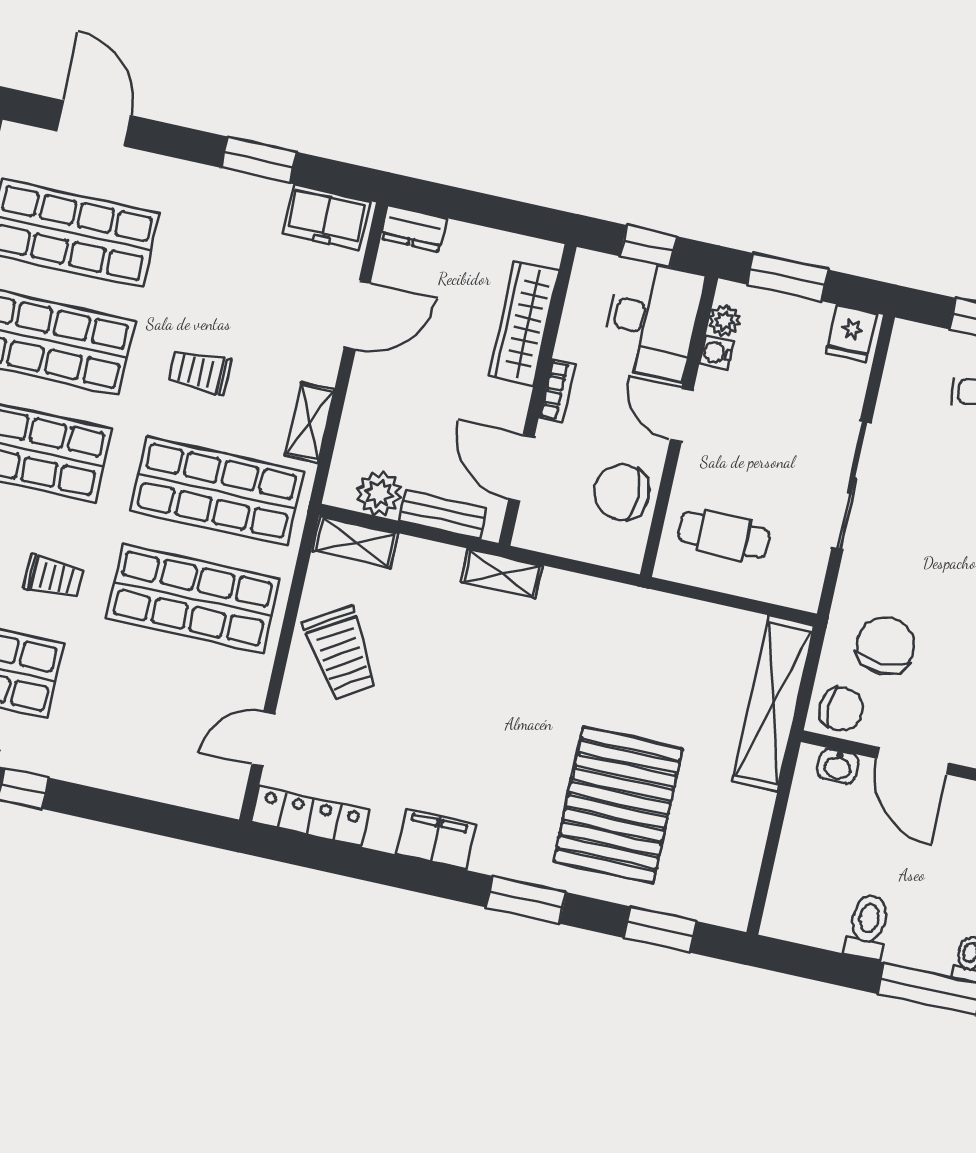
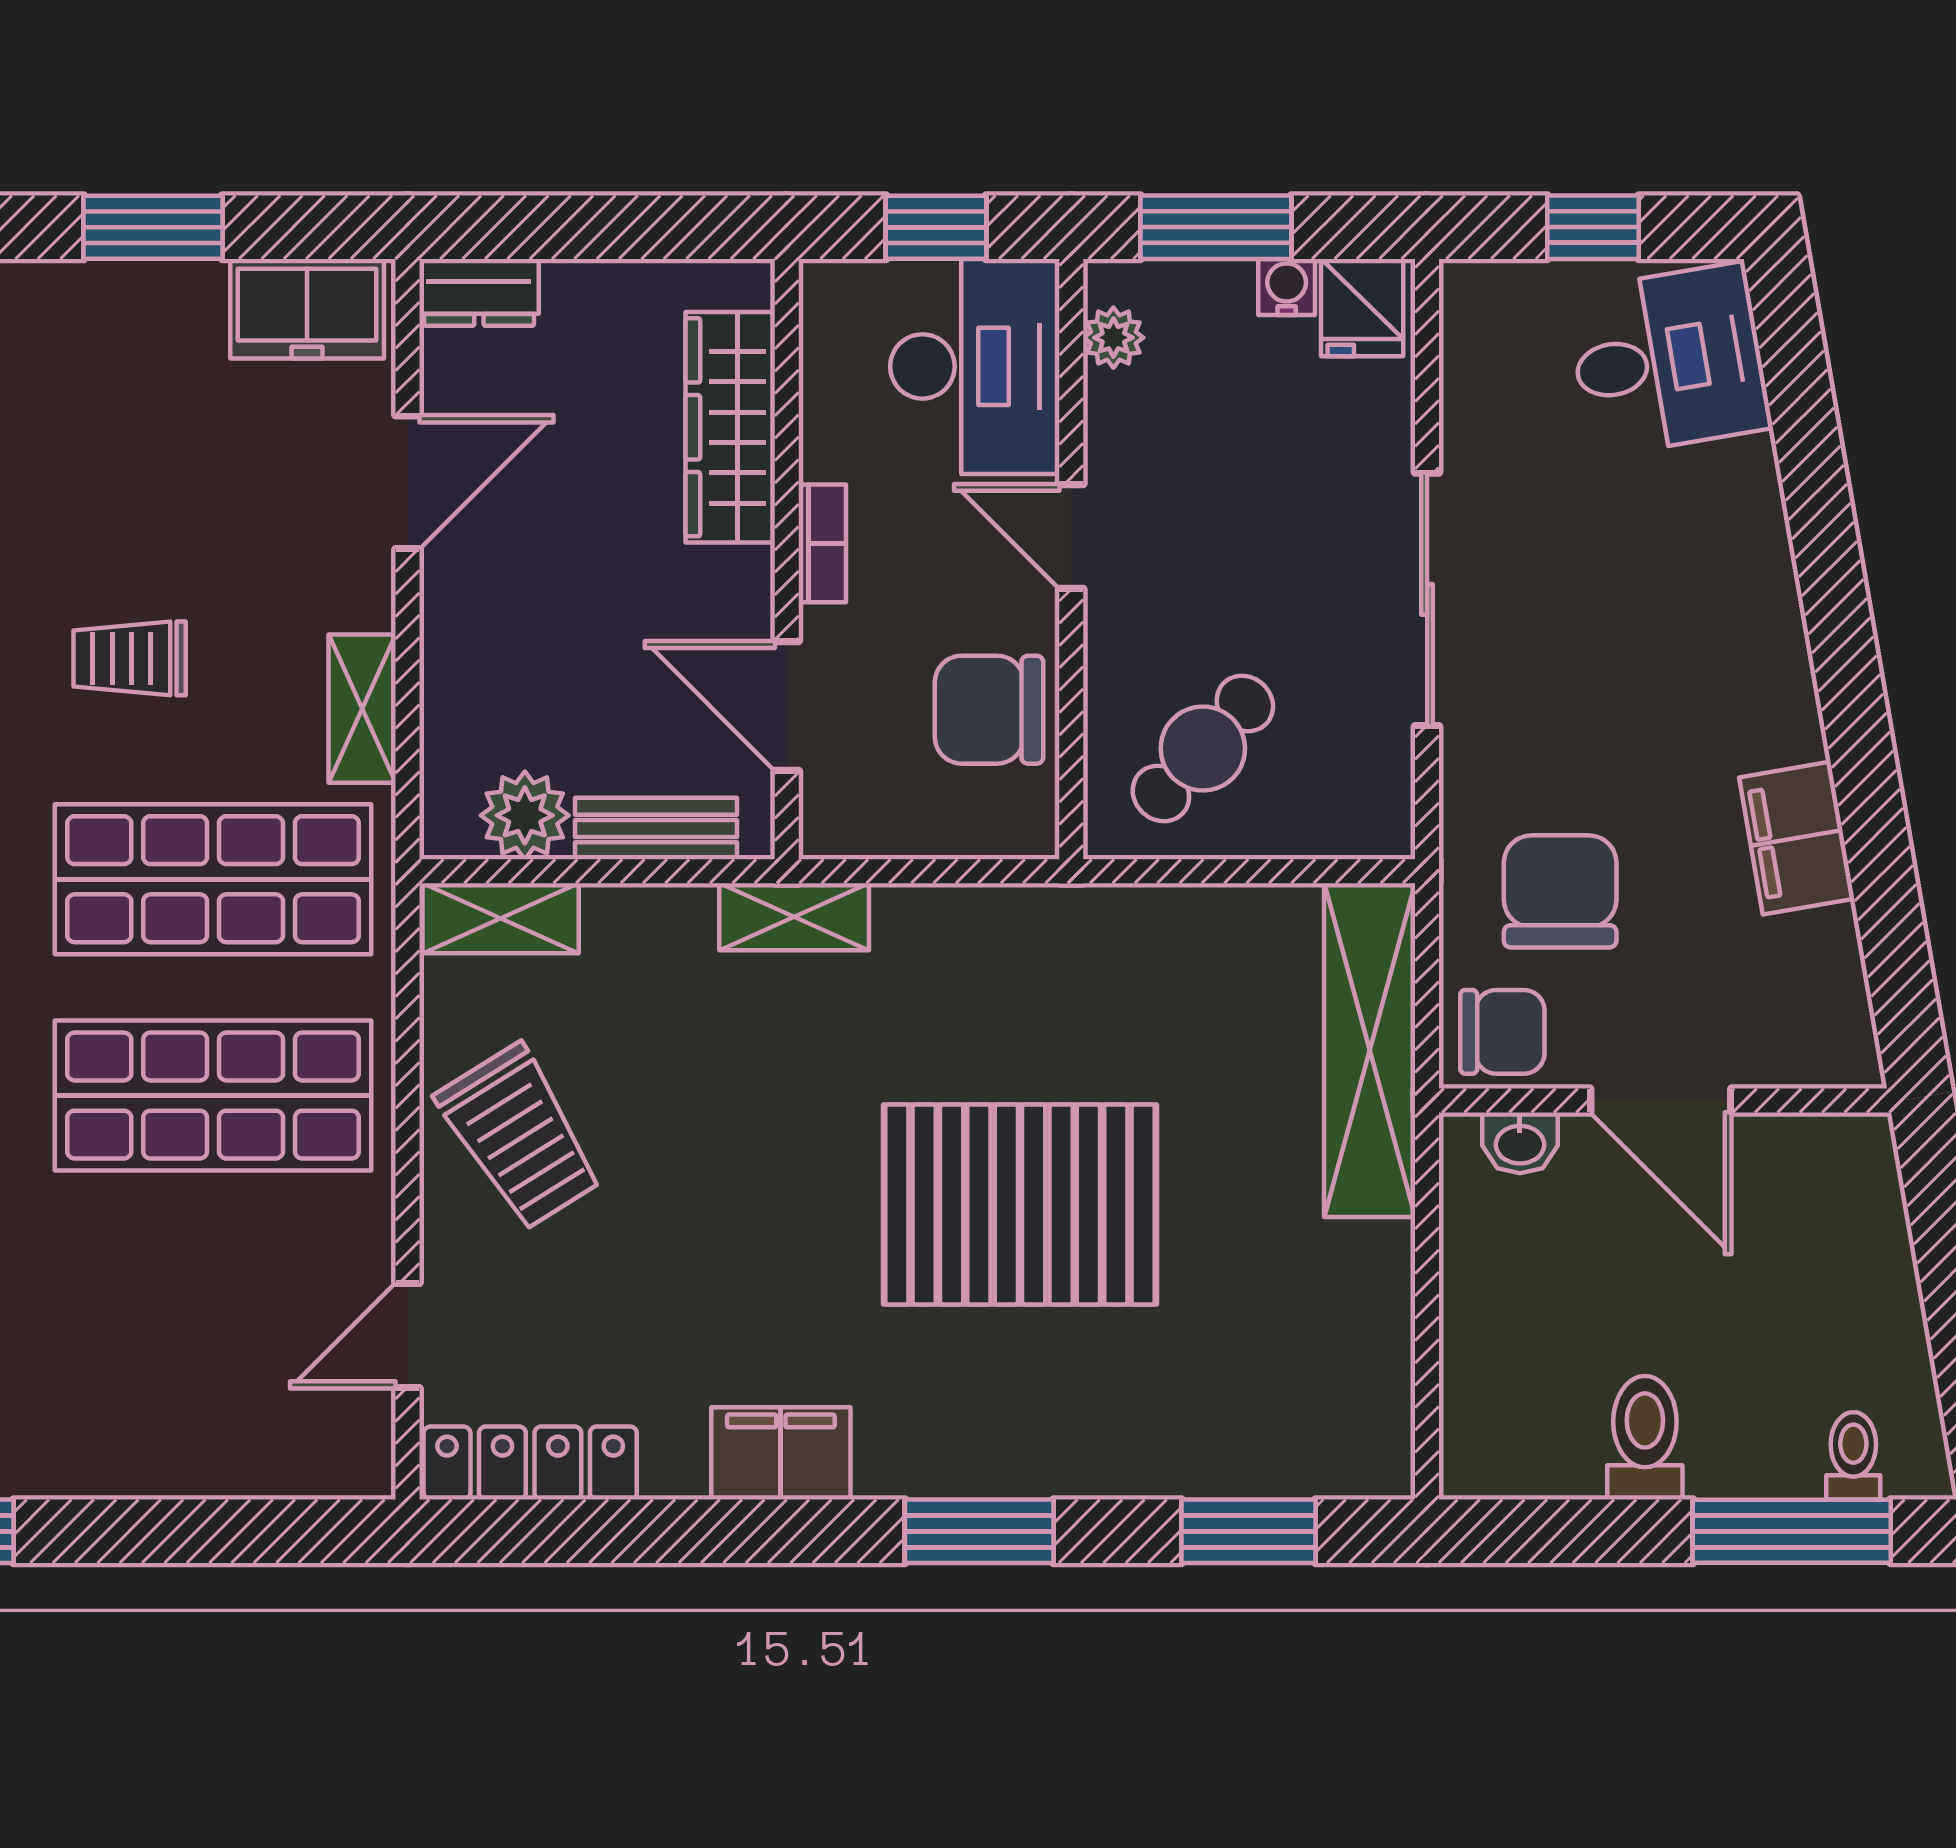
water cooler: (716, 353) -> (1287, 287), moved, turned 90
cafe table: (724, 535) -> (1203, 749), turned -47
pallet: (618, 805) -> (1020, 1205), moved, turned 90

